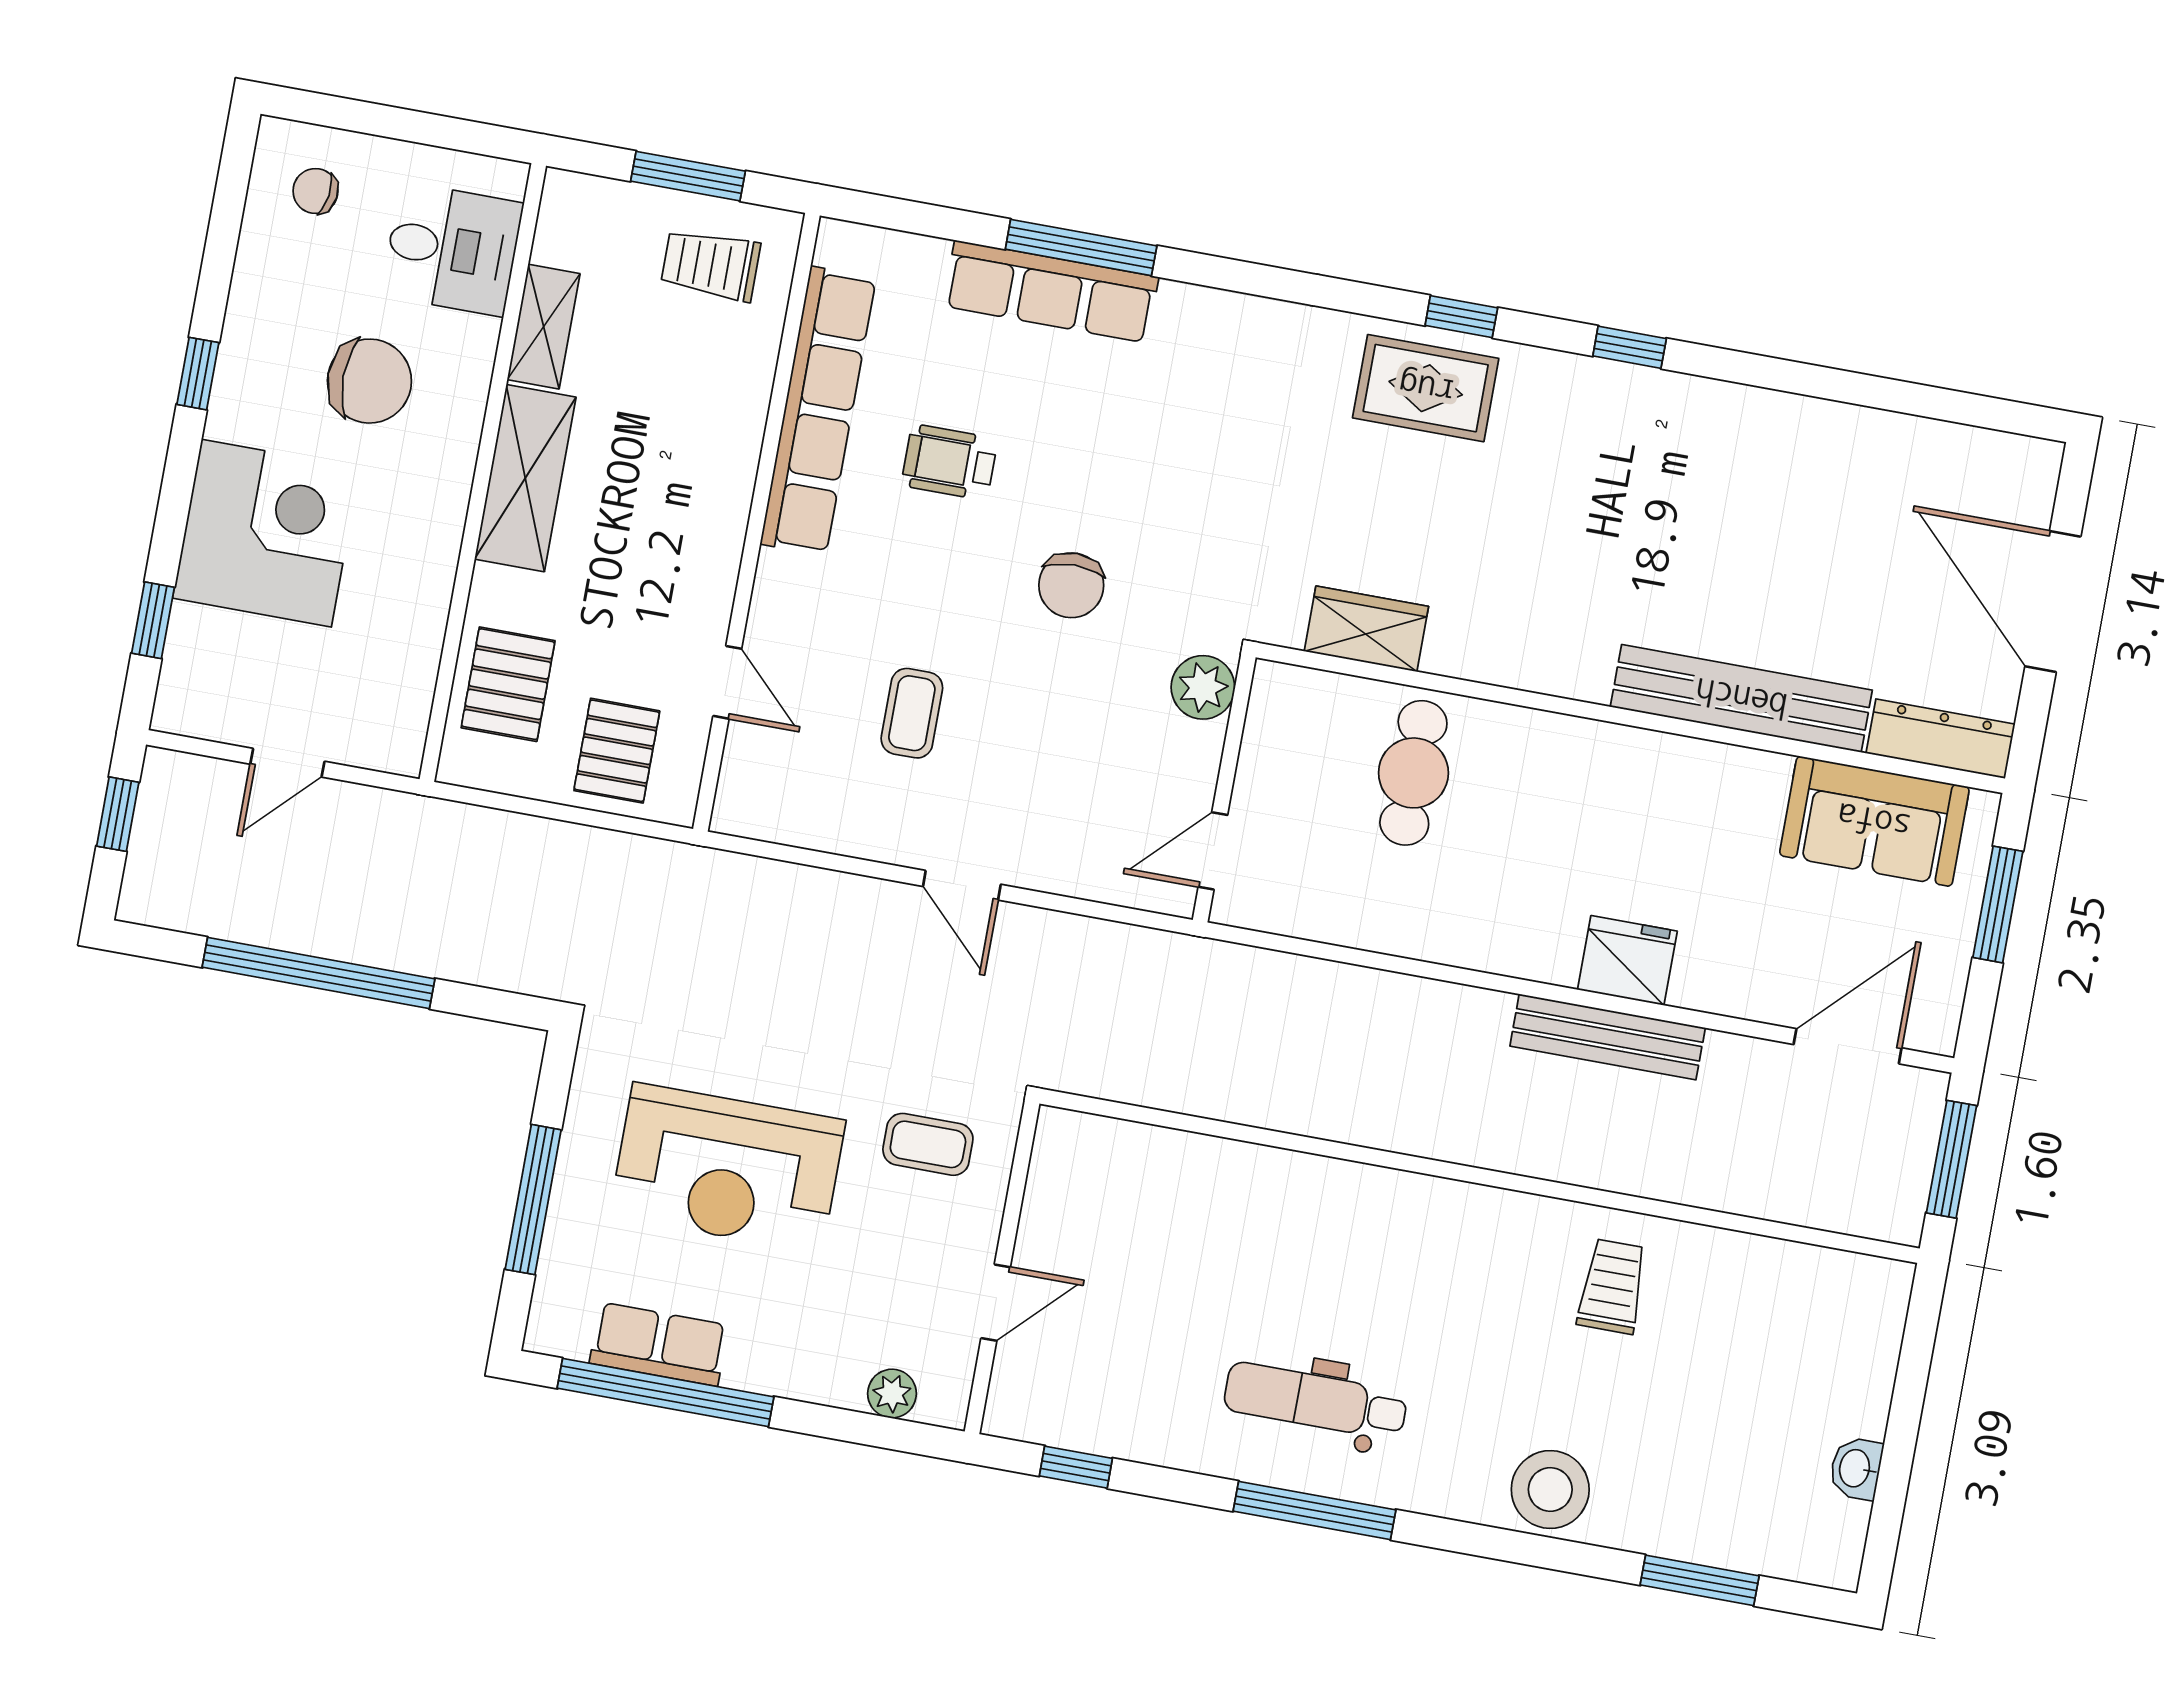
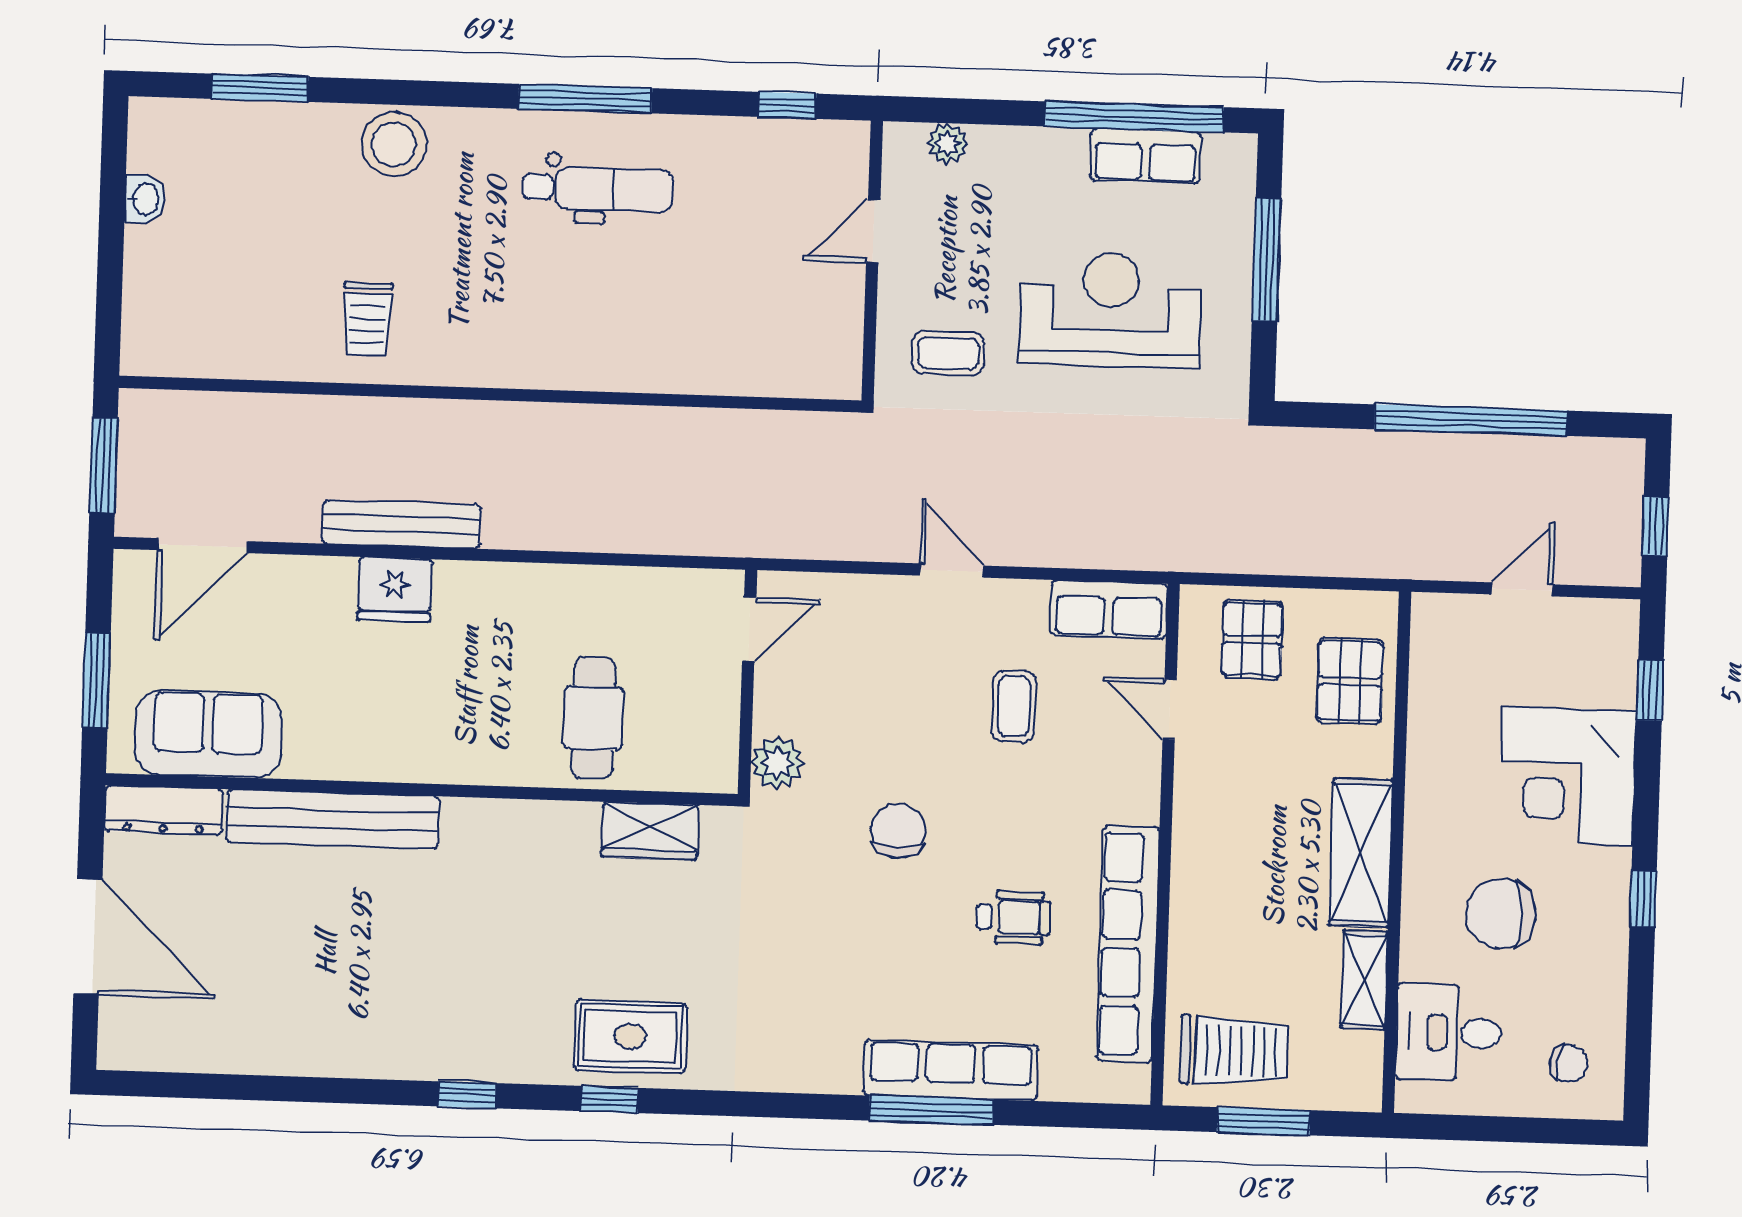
trolley: (711, 265) -> (1234, 1051), width x1.36, depth x1.39
row of seats: (782, 811) -> (1109, 610), added

